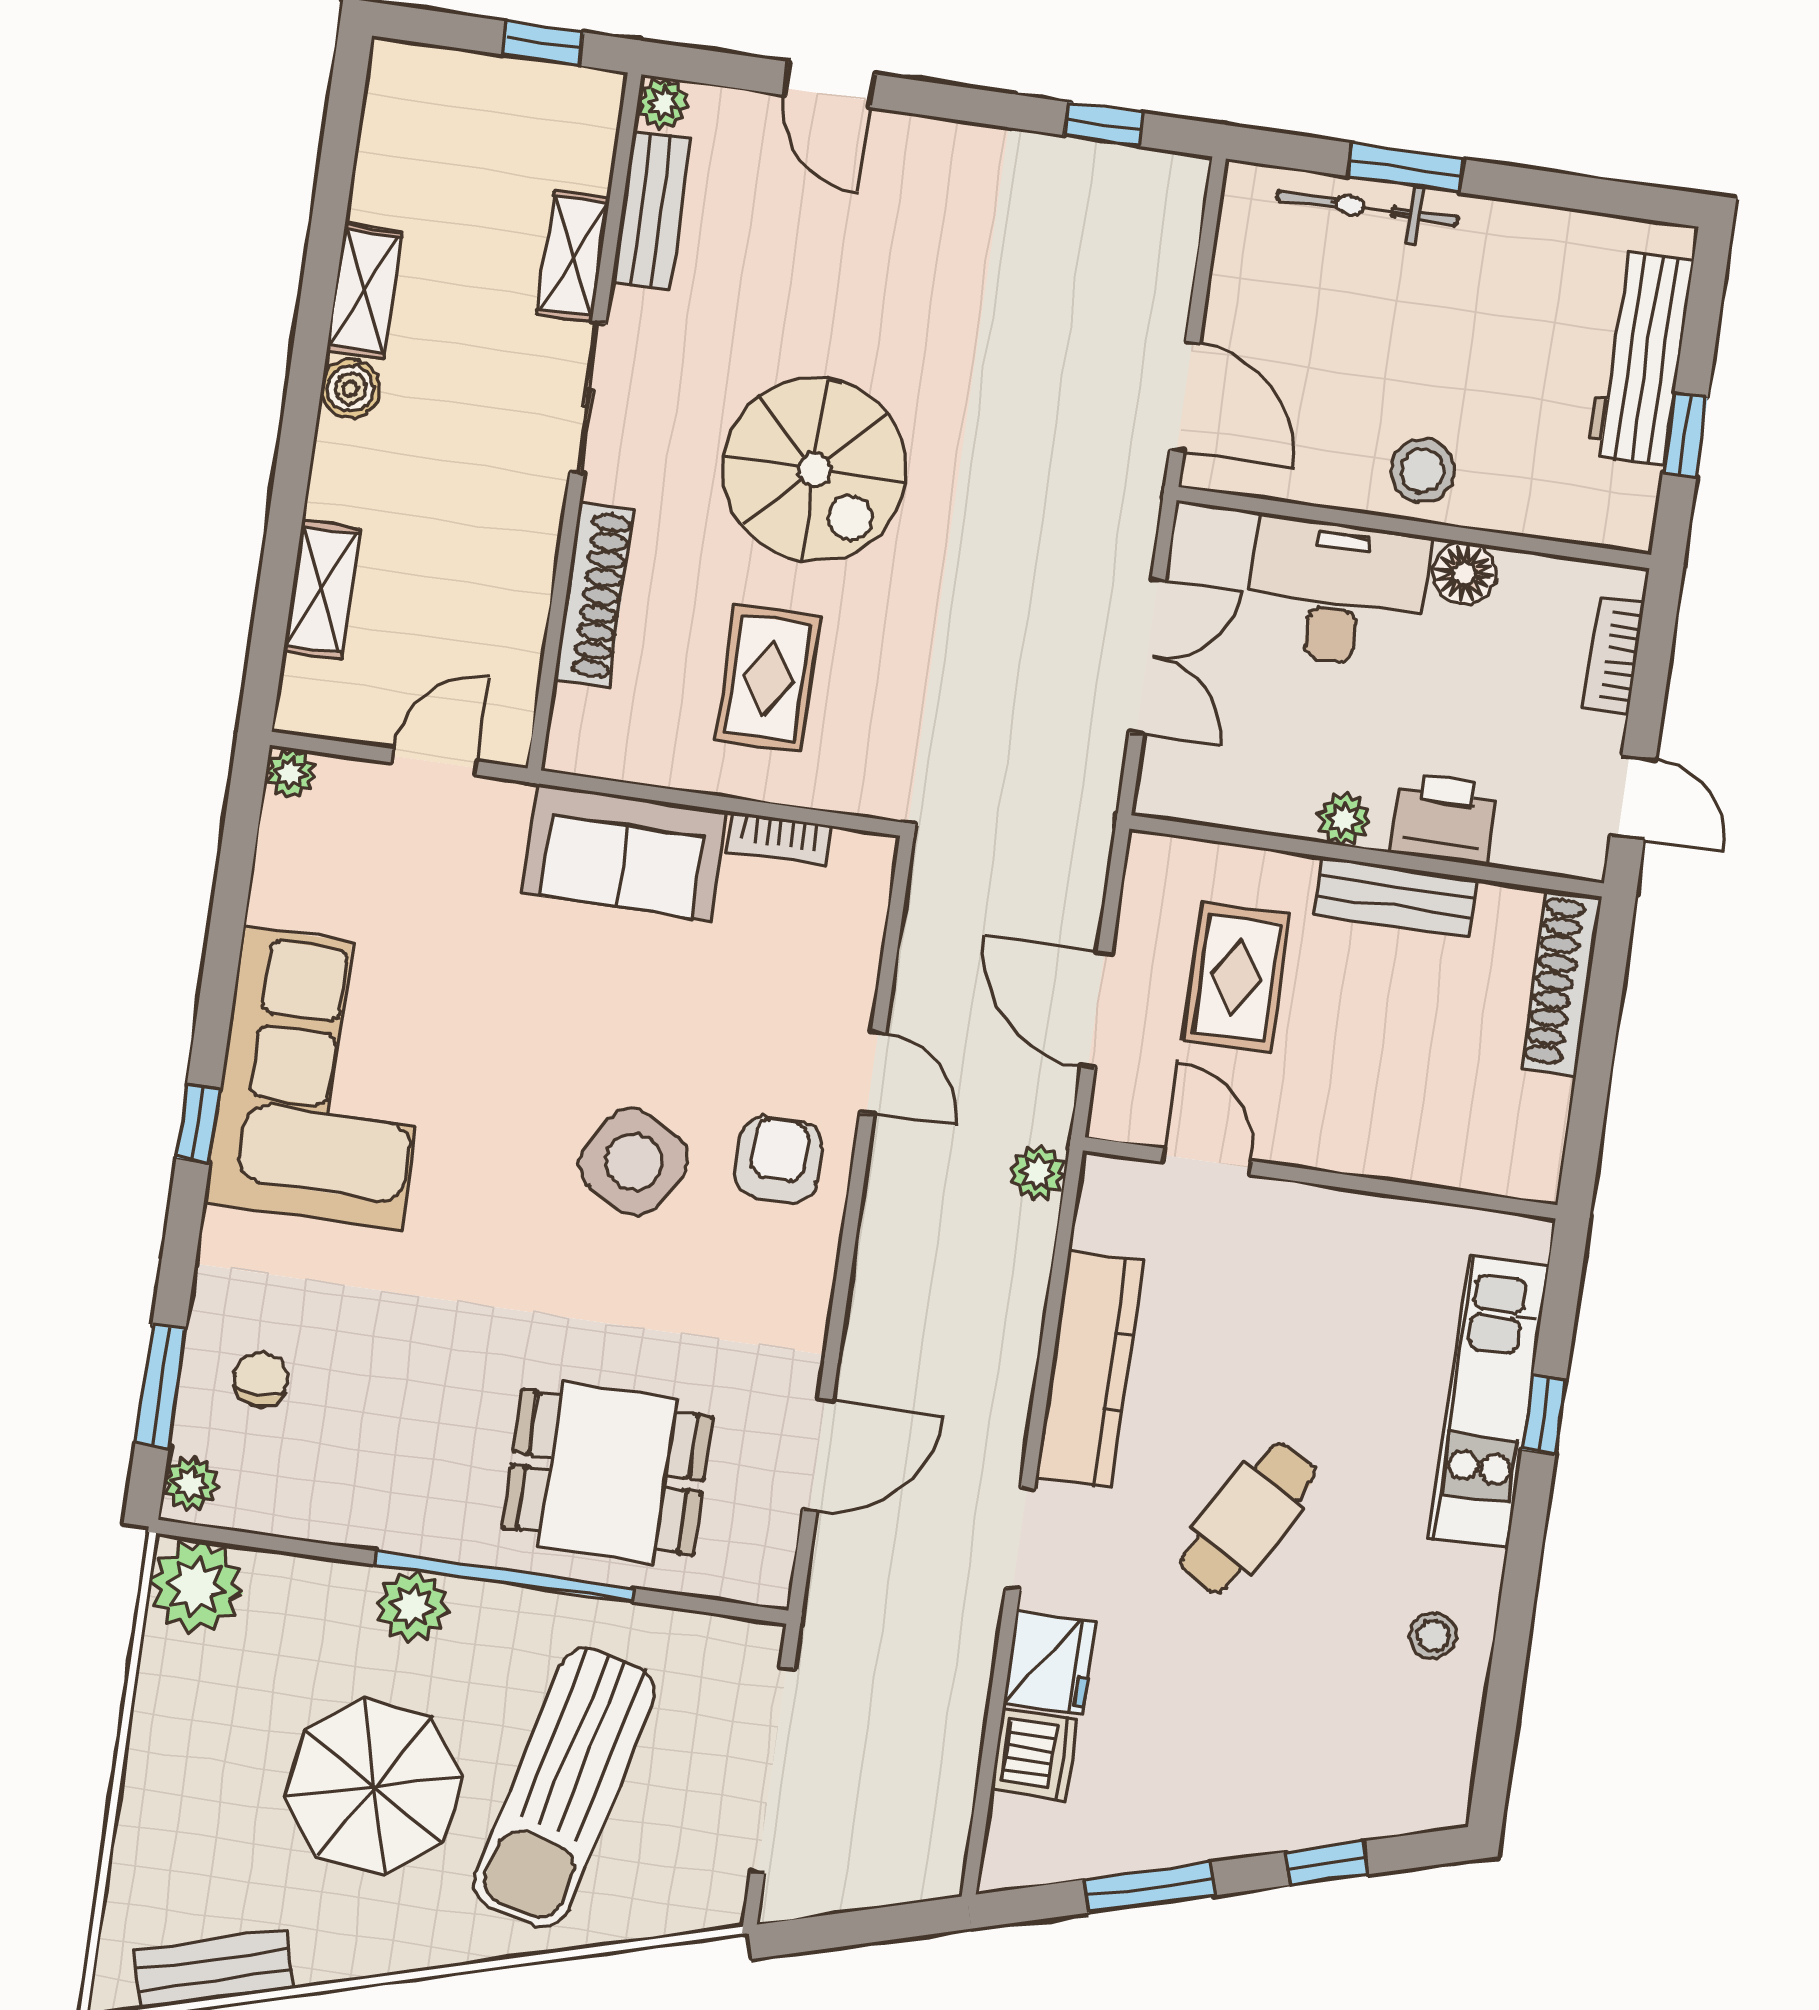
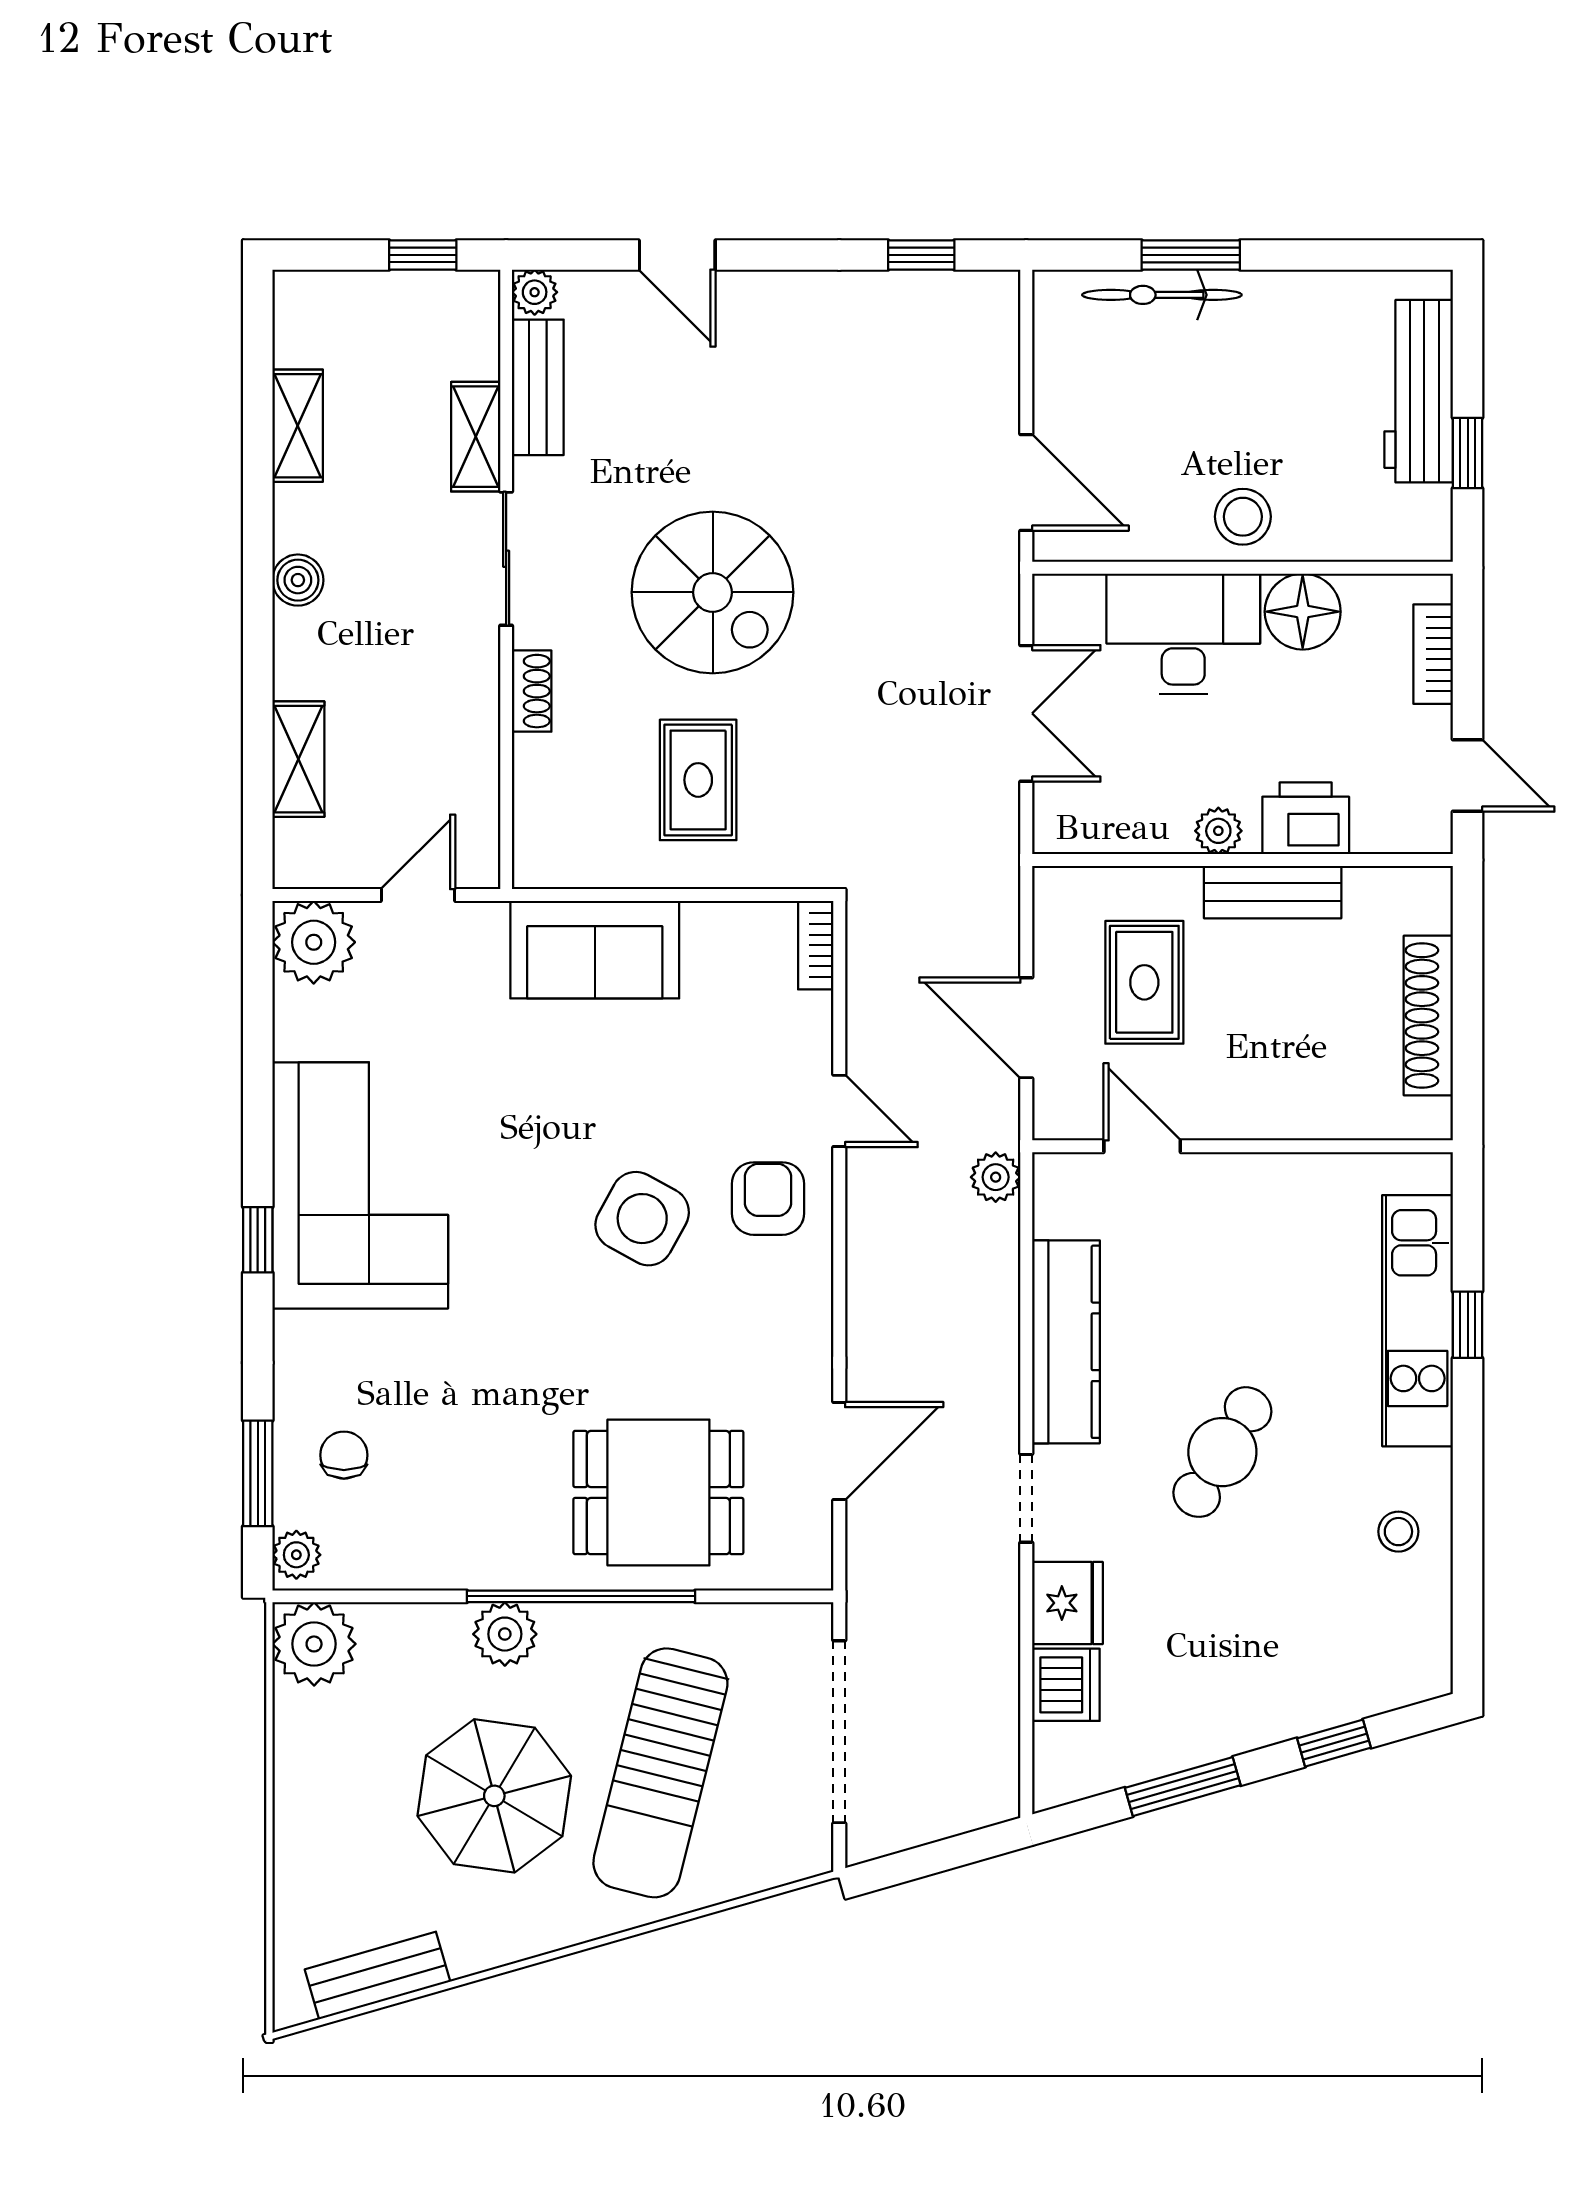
shelving: (364, 291) -> (298, 426), moved
floor lamp: (1464, 573) -> (1303, 612), width x1.38, depth x1.38
shoe rack: (594, 595) -> (532, 691), width x0.51, depth x0.81
plant: (291, 773) -> (314, 942), width x1.88, depth x1.88
bookcase: (779, 839) -> (816, 945), moved, turned 90
shoe rack: (1561, 982) -> (1428, 1016), moved

